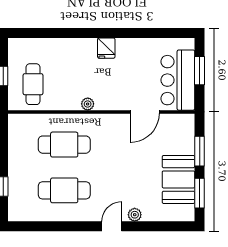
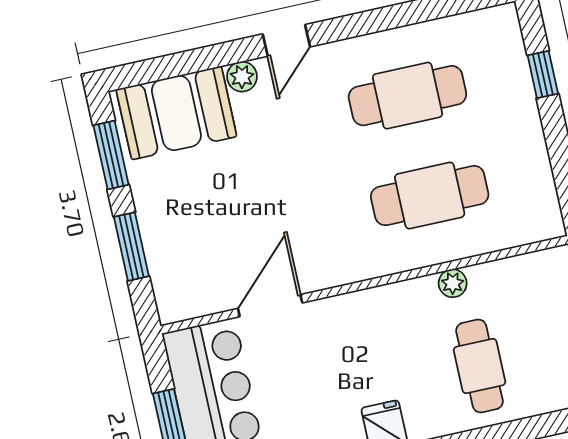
cafe table: (33, 84) -> (480, 366), moved
plant: (88, 104) -> (453, 283), moved
booth: (178, 179) -> (176, 113), moved, turned 90

